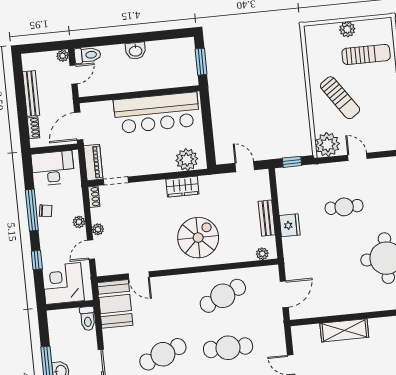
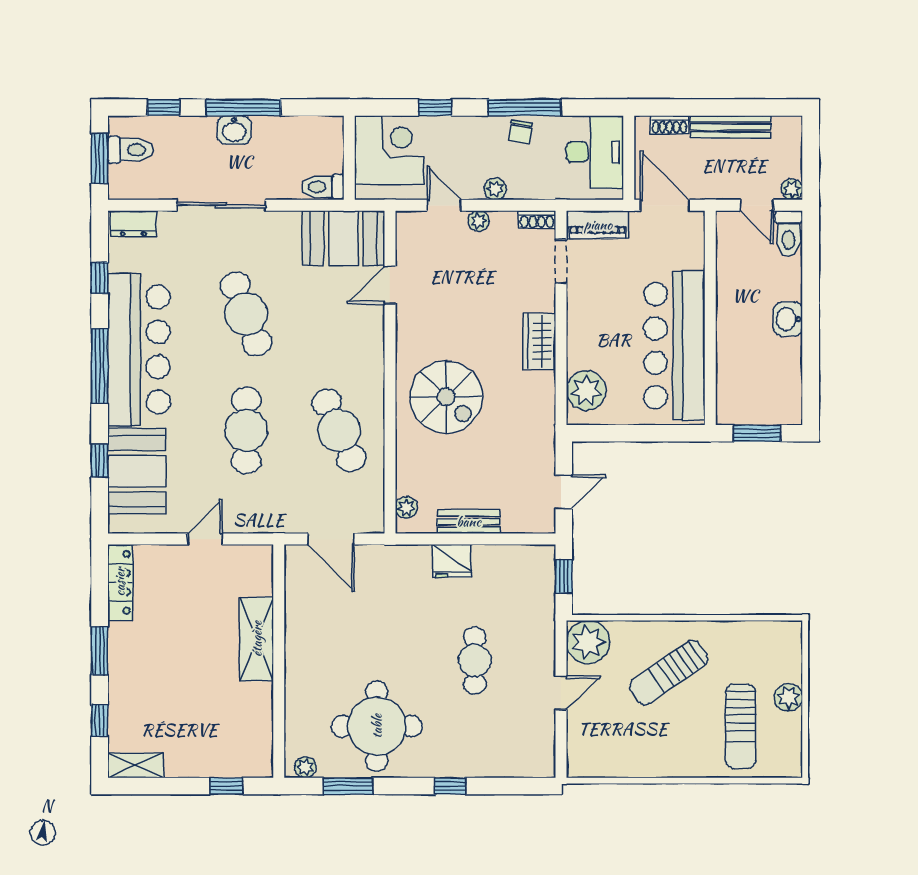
wardrobe: (182, 187) -> (539, 341), moved

